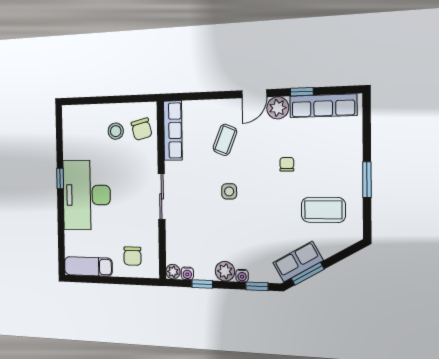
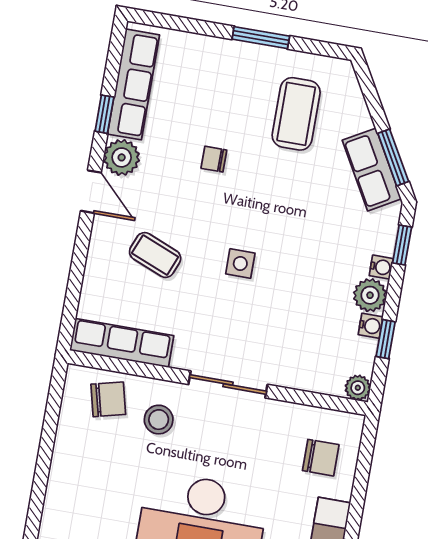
stool: (116, 131) -> (159, 420), moved
water cooler: (187, 273) -> (371, 326), moved

